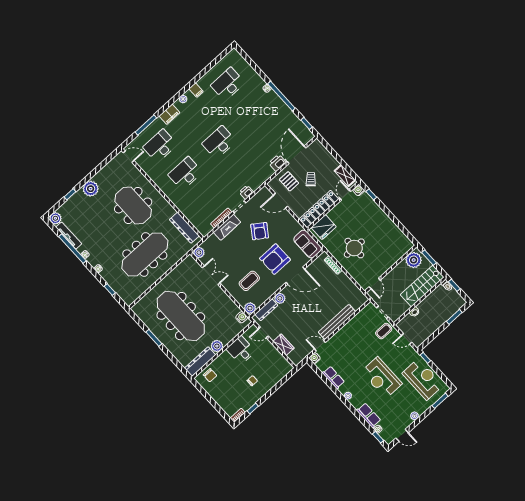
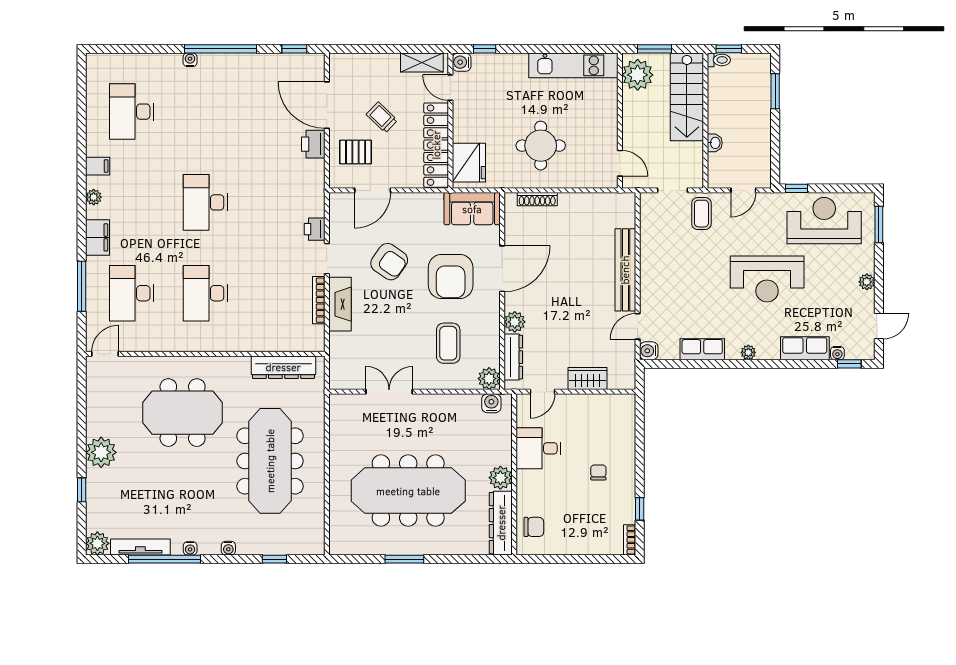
kitchen unit: (395, 233) -> (573, 65), added
plant: (199, 253) -> (339, 379), removed

